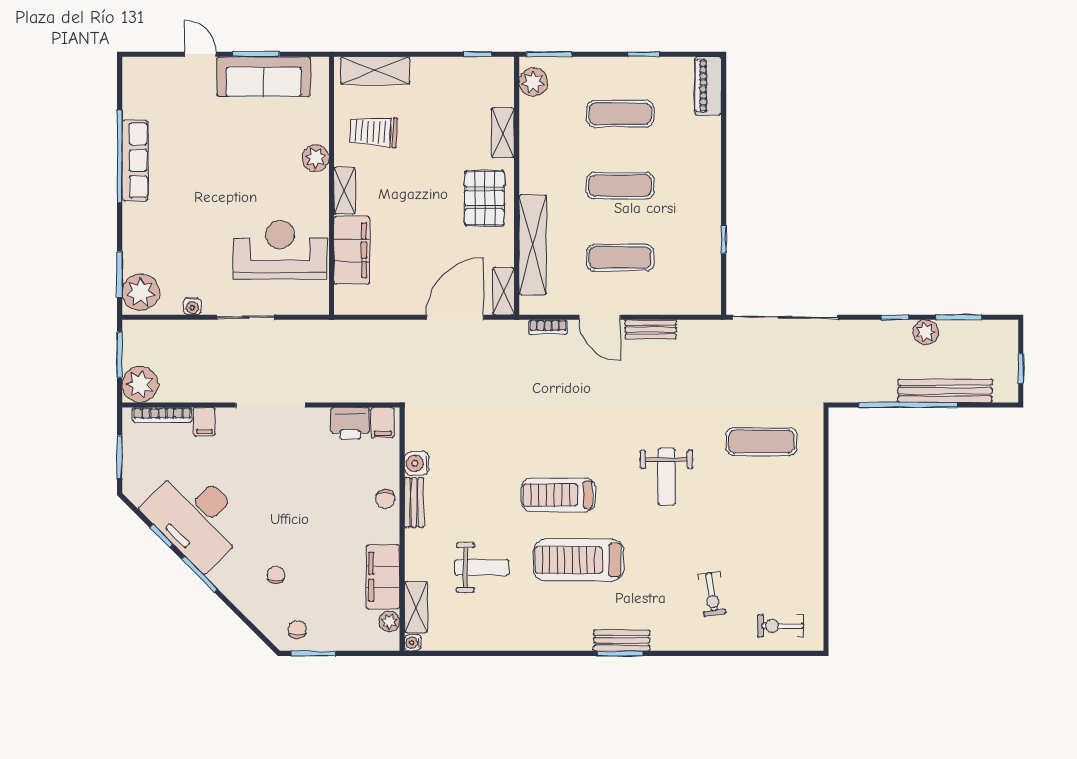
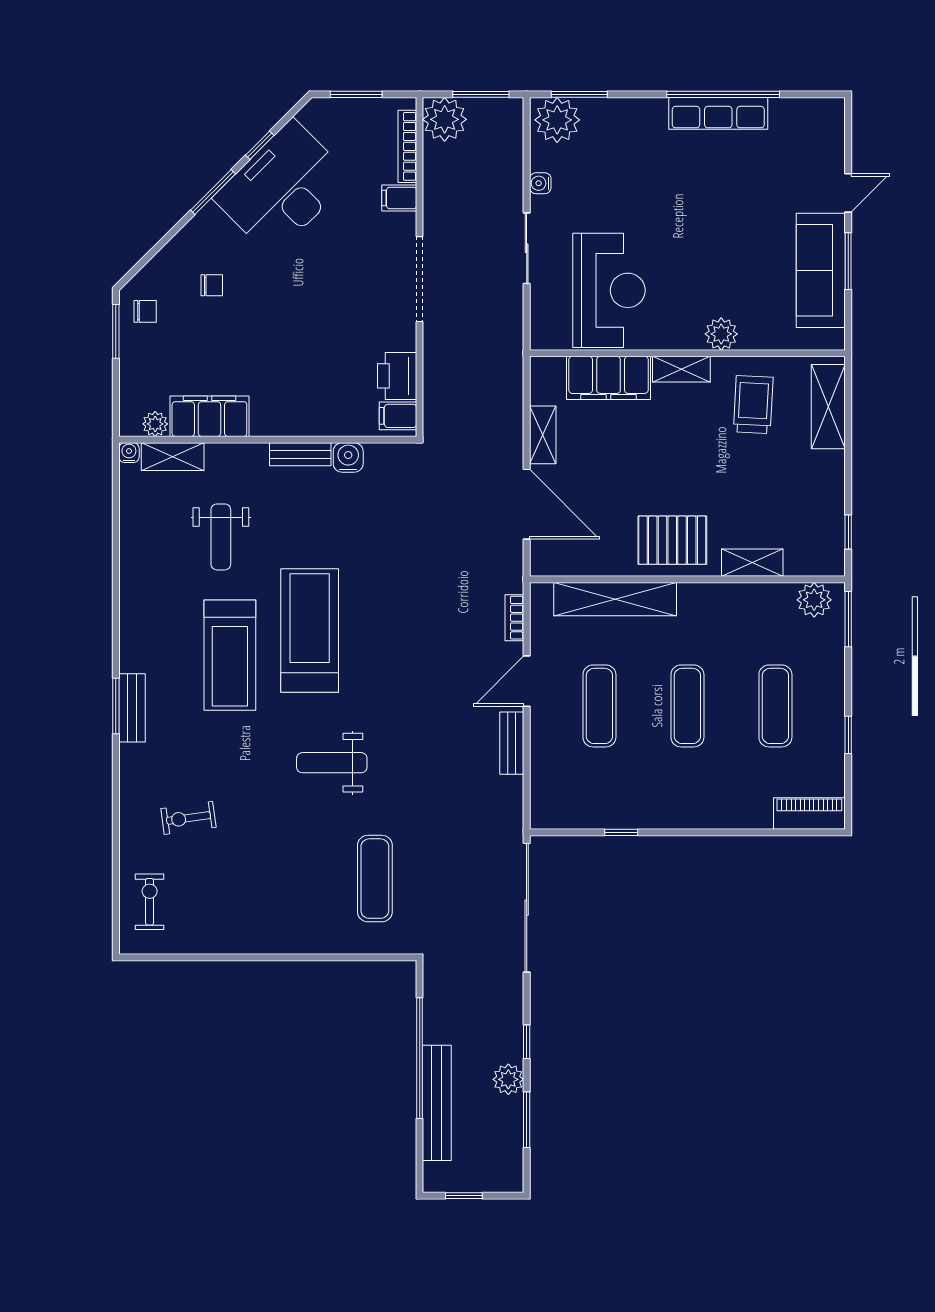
shelving: (503, 291) -> (543, 435), moved, turned 90
treadmill: (558, 495) -> (310, 630), width x1.37, depth x1.38
chair: (385, 499) -> (305, 419), removed
treadmill: (579, 560) -> (230, 655), turned 180

